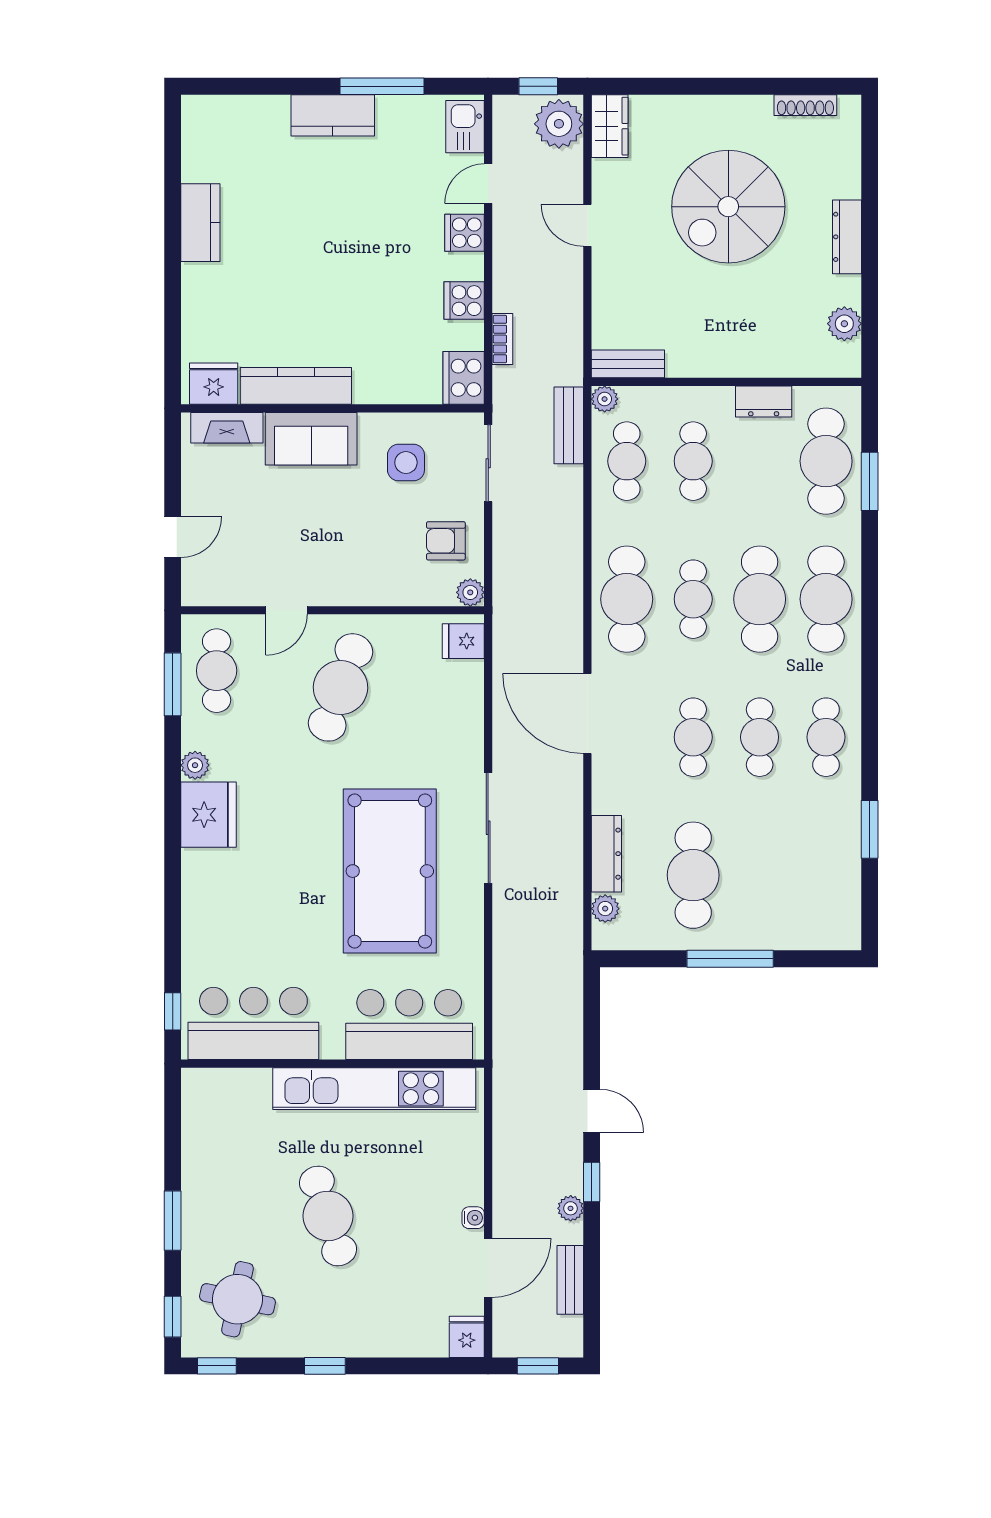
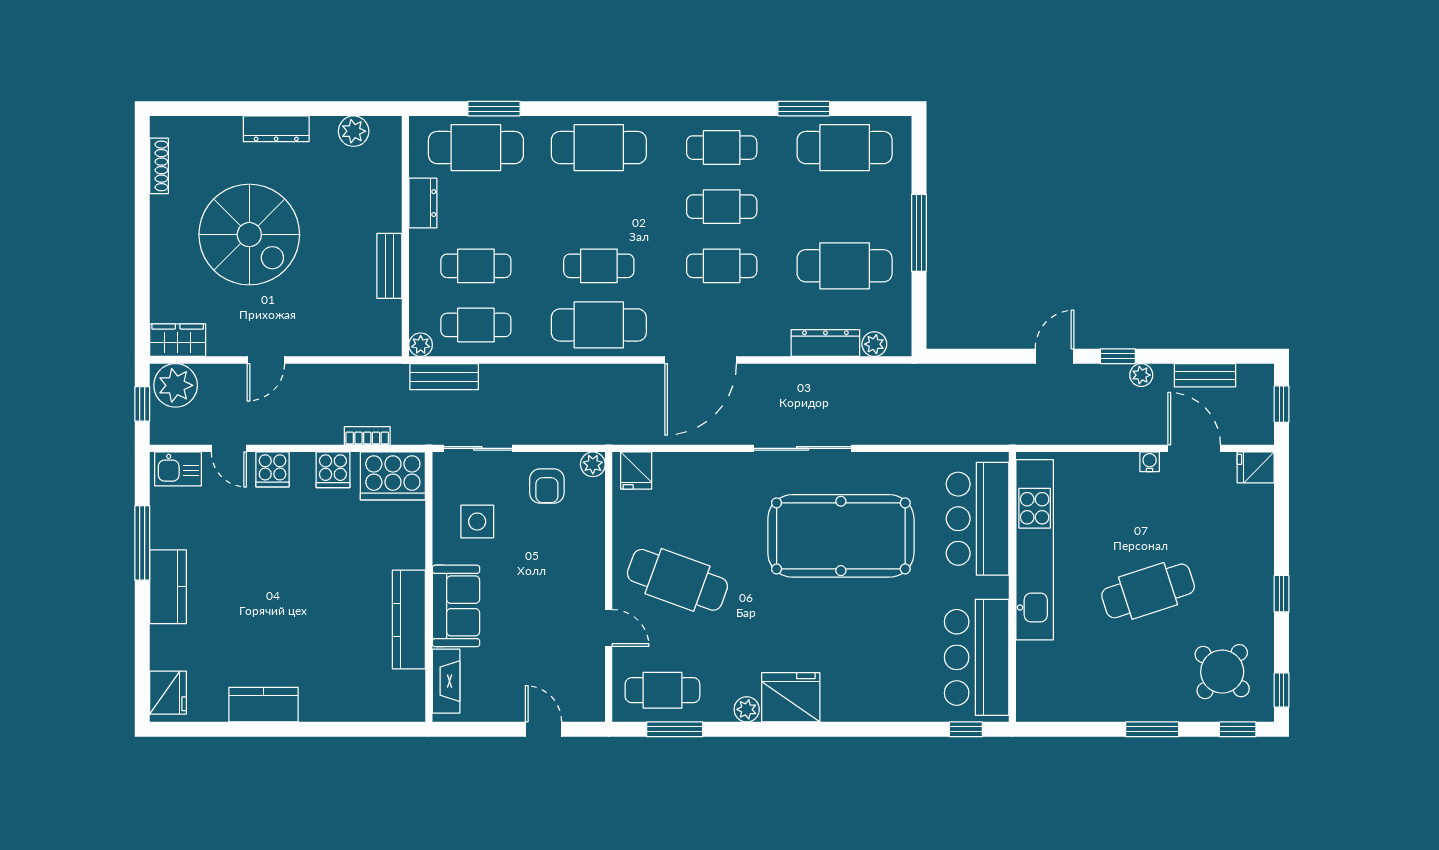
bench: (628, 364) -> (389, 266), moved
cooker: (464, 378) -> (393, 476), width x1.37, depth x1.31
fridge: (214, 384) -> (168, 693), moved, turned 180
cafe table: (760, 599) -> (845, 148), moved
round table: (237, 1299) -> (1222, 672), turned 30

